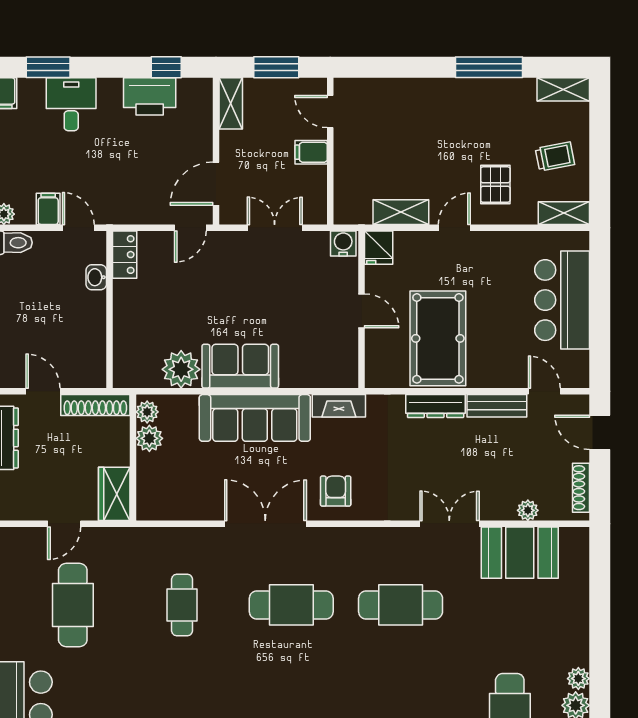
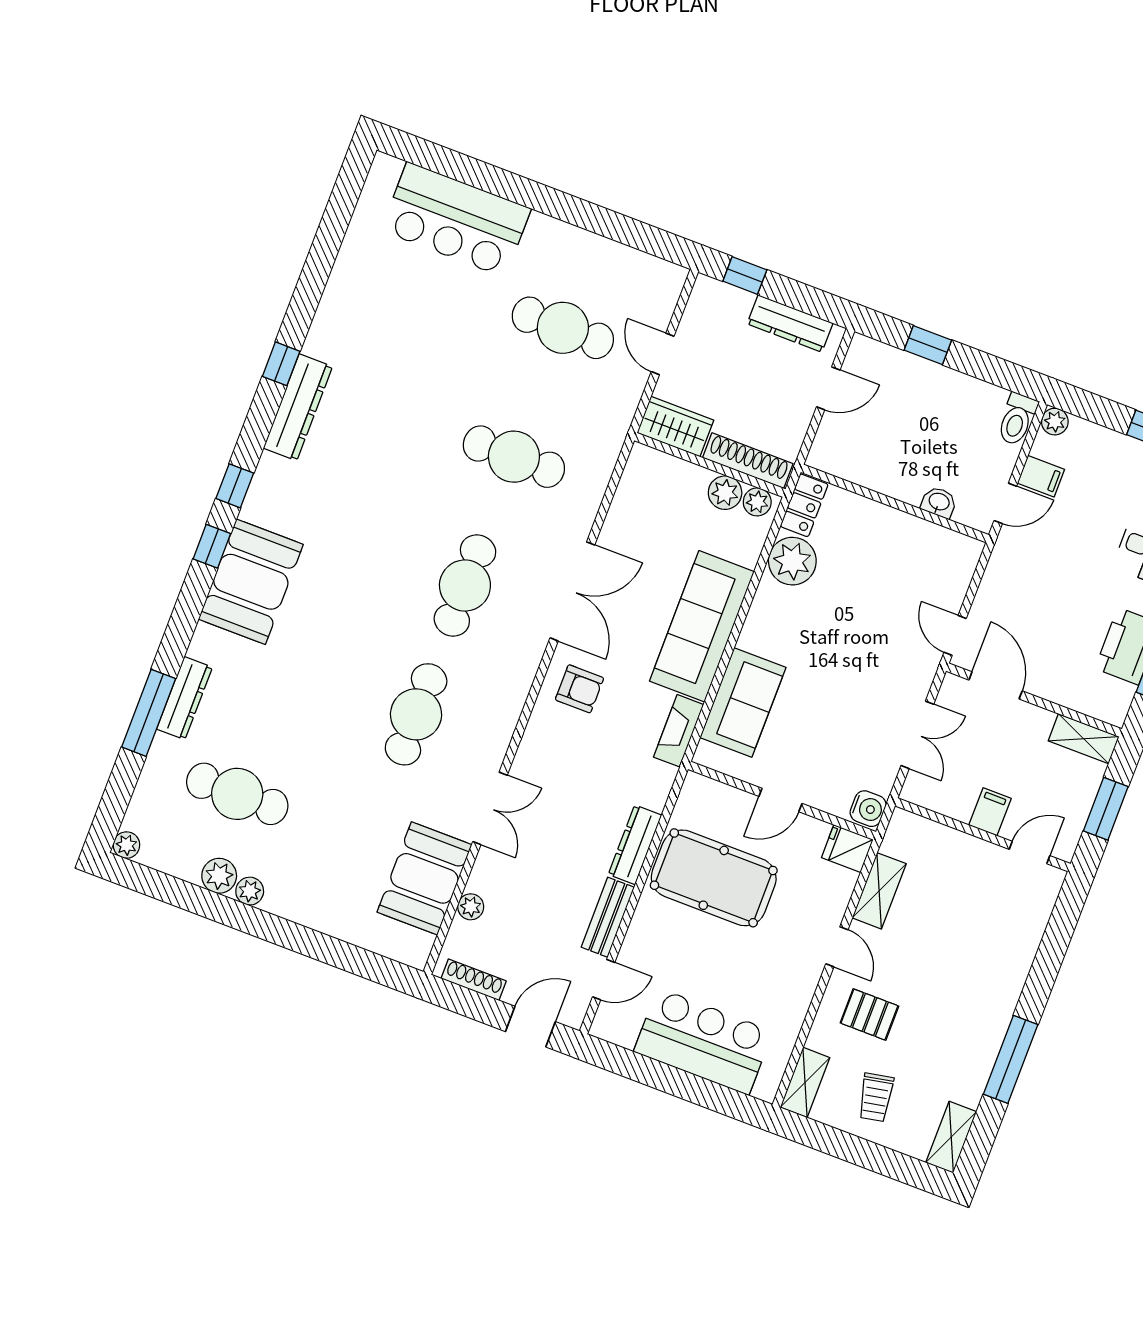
locker: (125, 255) -> (804, 505), moved, turned -90
sofa: (240, 366) -> (743, 702), moved
shoe rack: (95, 405) -> (748, 461), moved, turned 90
cafe table: (182, 605) -> (514, 457), width x1.37, depth x1.35

